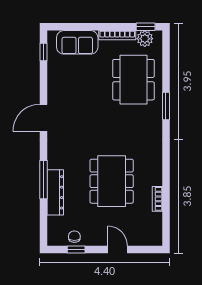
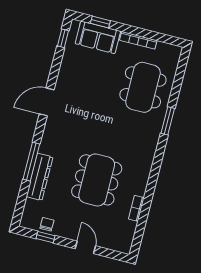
window: (146, 27) -> (100, 22), moved
plant: (145, 39) -> (164, 51), removed

